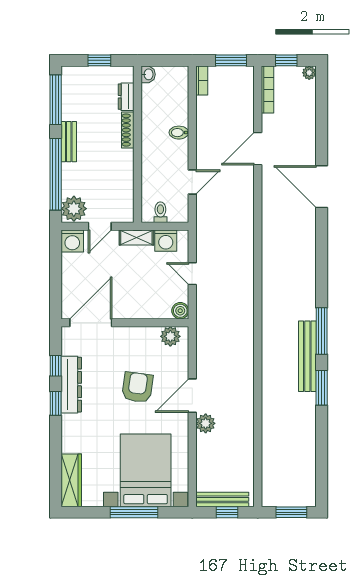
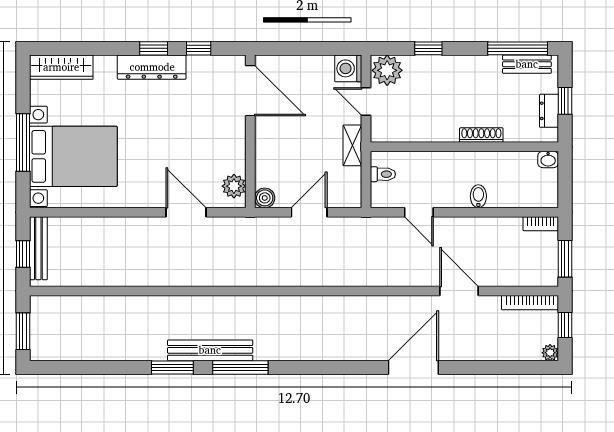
dresser: (126, 97) -> (549, 111), moved, turned -90
bench: (69, 142) -> (527, 64), moved
window: (56, 174) -> (428, 48), width x0.32
washing machine: (166, 241) -> (349, 181), removed
door: (192, 274) -> (309, 212), width x1.38
dresser: (71, 385) -> (152, 67), moved
armchair: (137, 387) -> (173, 147), removed
door: (192, 396) -> (186, 212), moved
plant: (206, 423) -> (130, 228), removed

